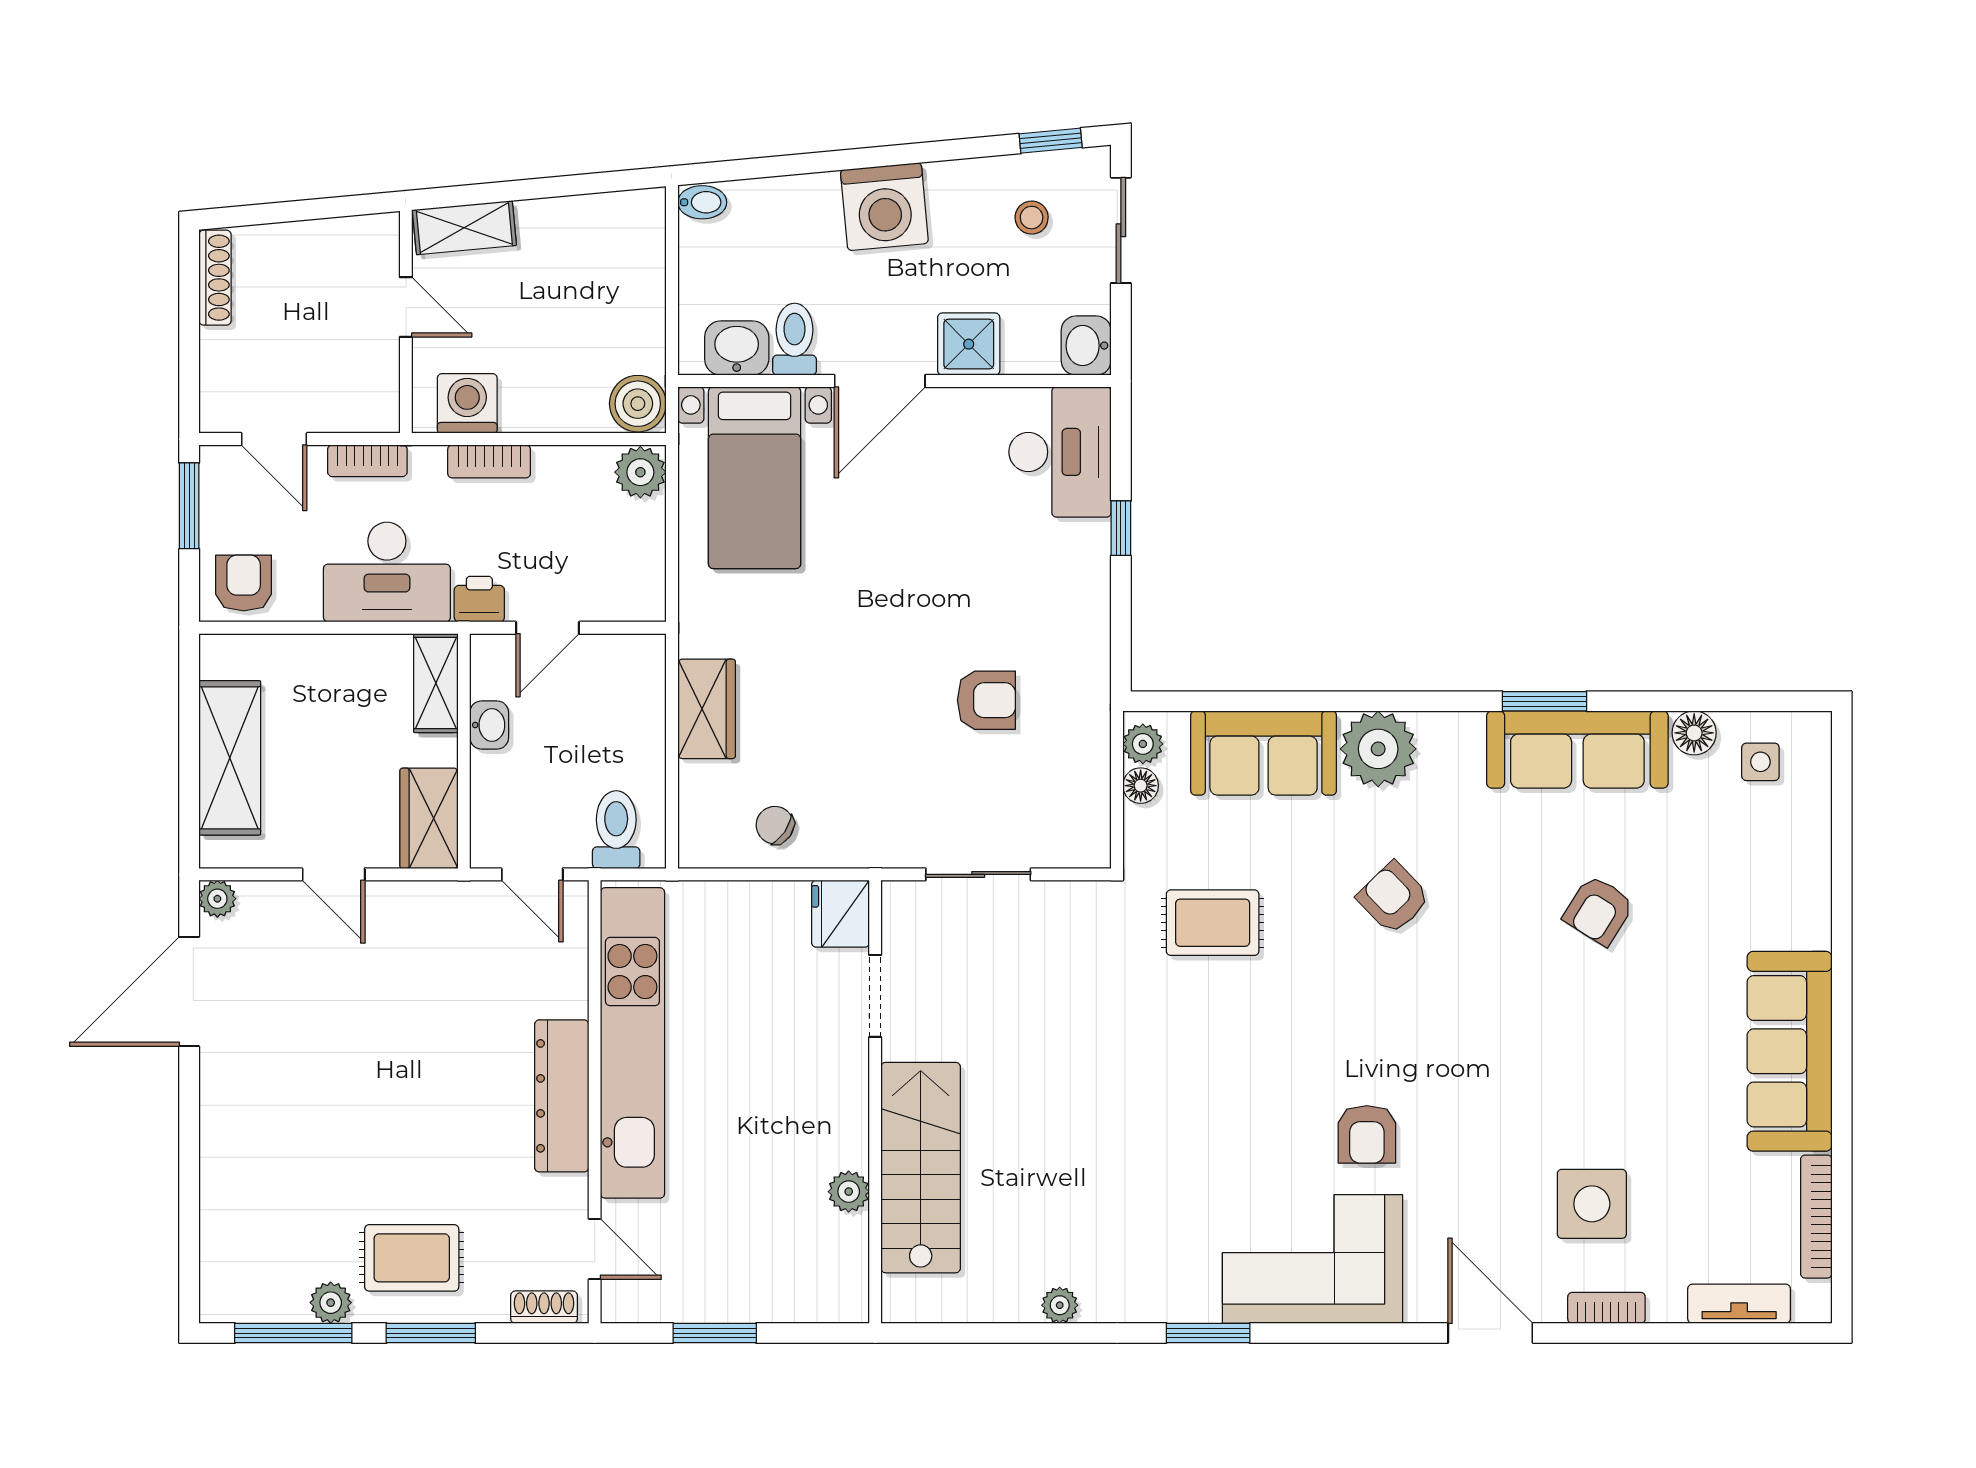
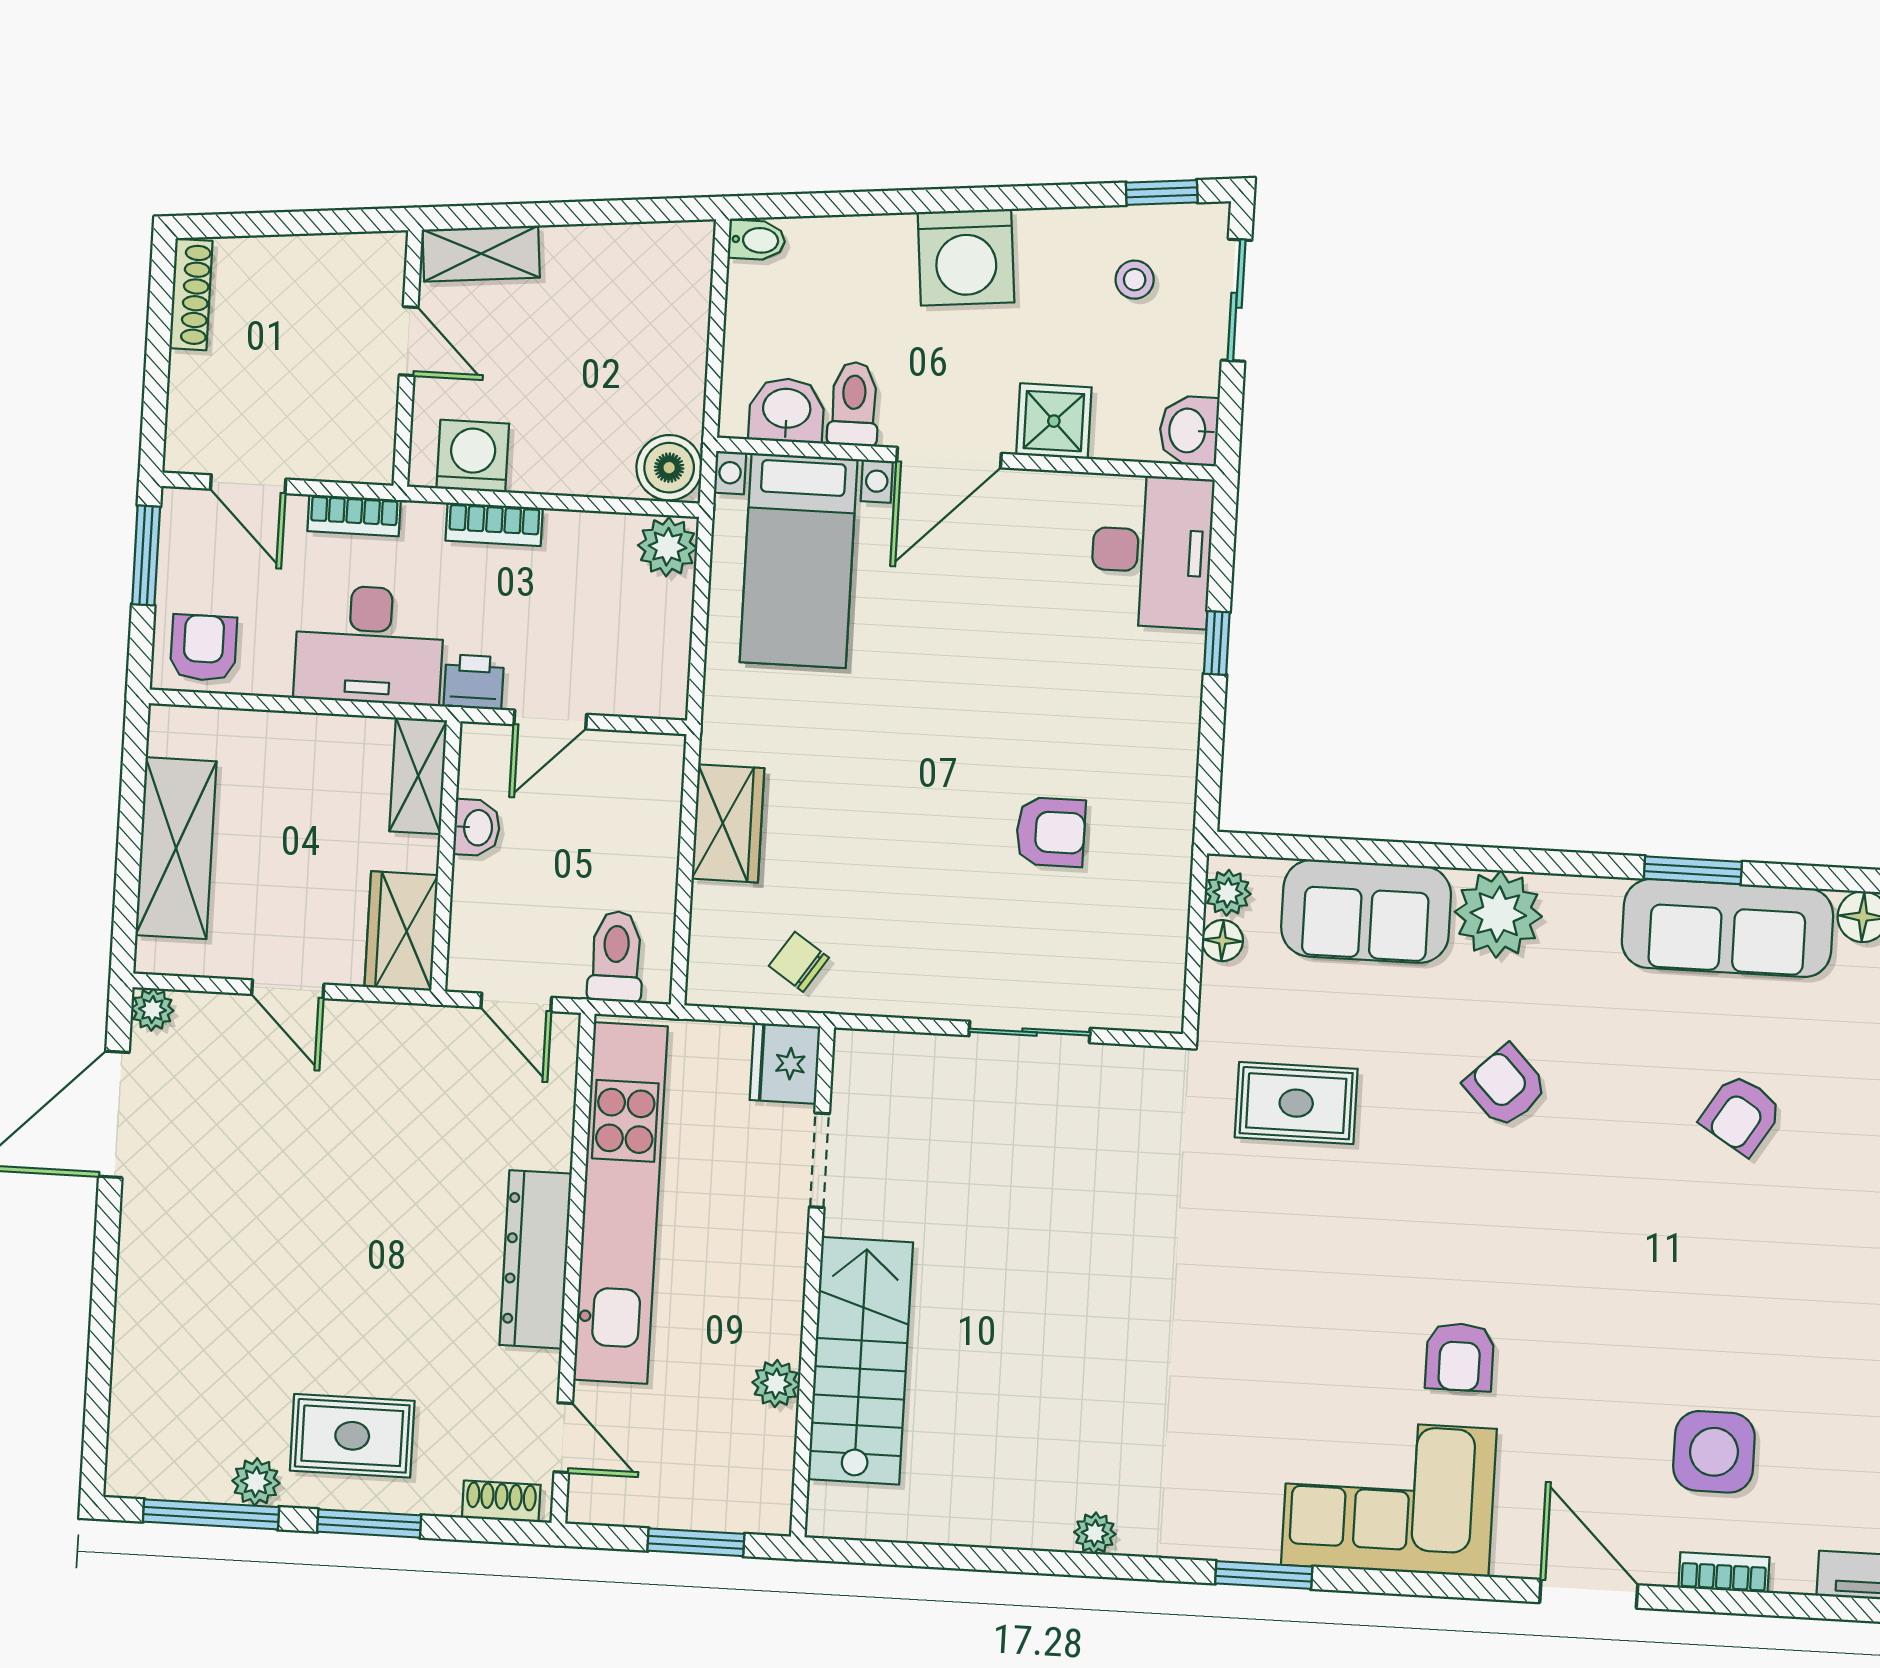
fridge: (840, 914) -> (785, 1063), moved
doorway: (875, 996) -> (819, 1160), moved
wall: (875, 1102) -> (812, 1282), moved
stairs: (921, 1168) -> (860, 1361), moved
plant: (849, 1192) -> (776, 1384), moved

